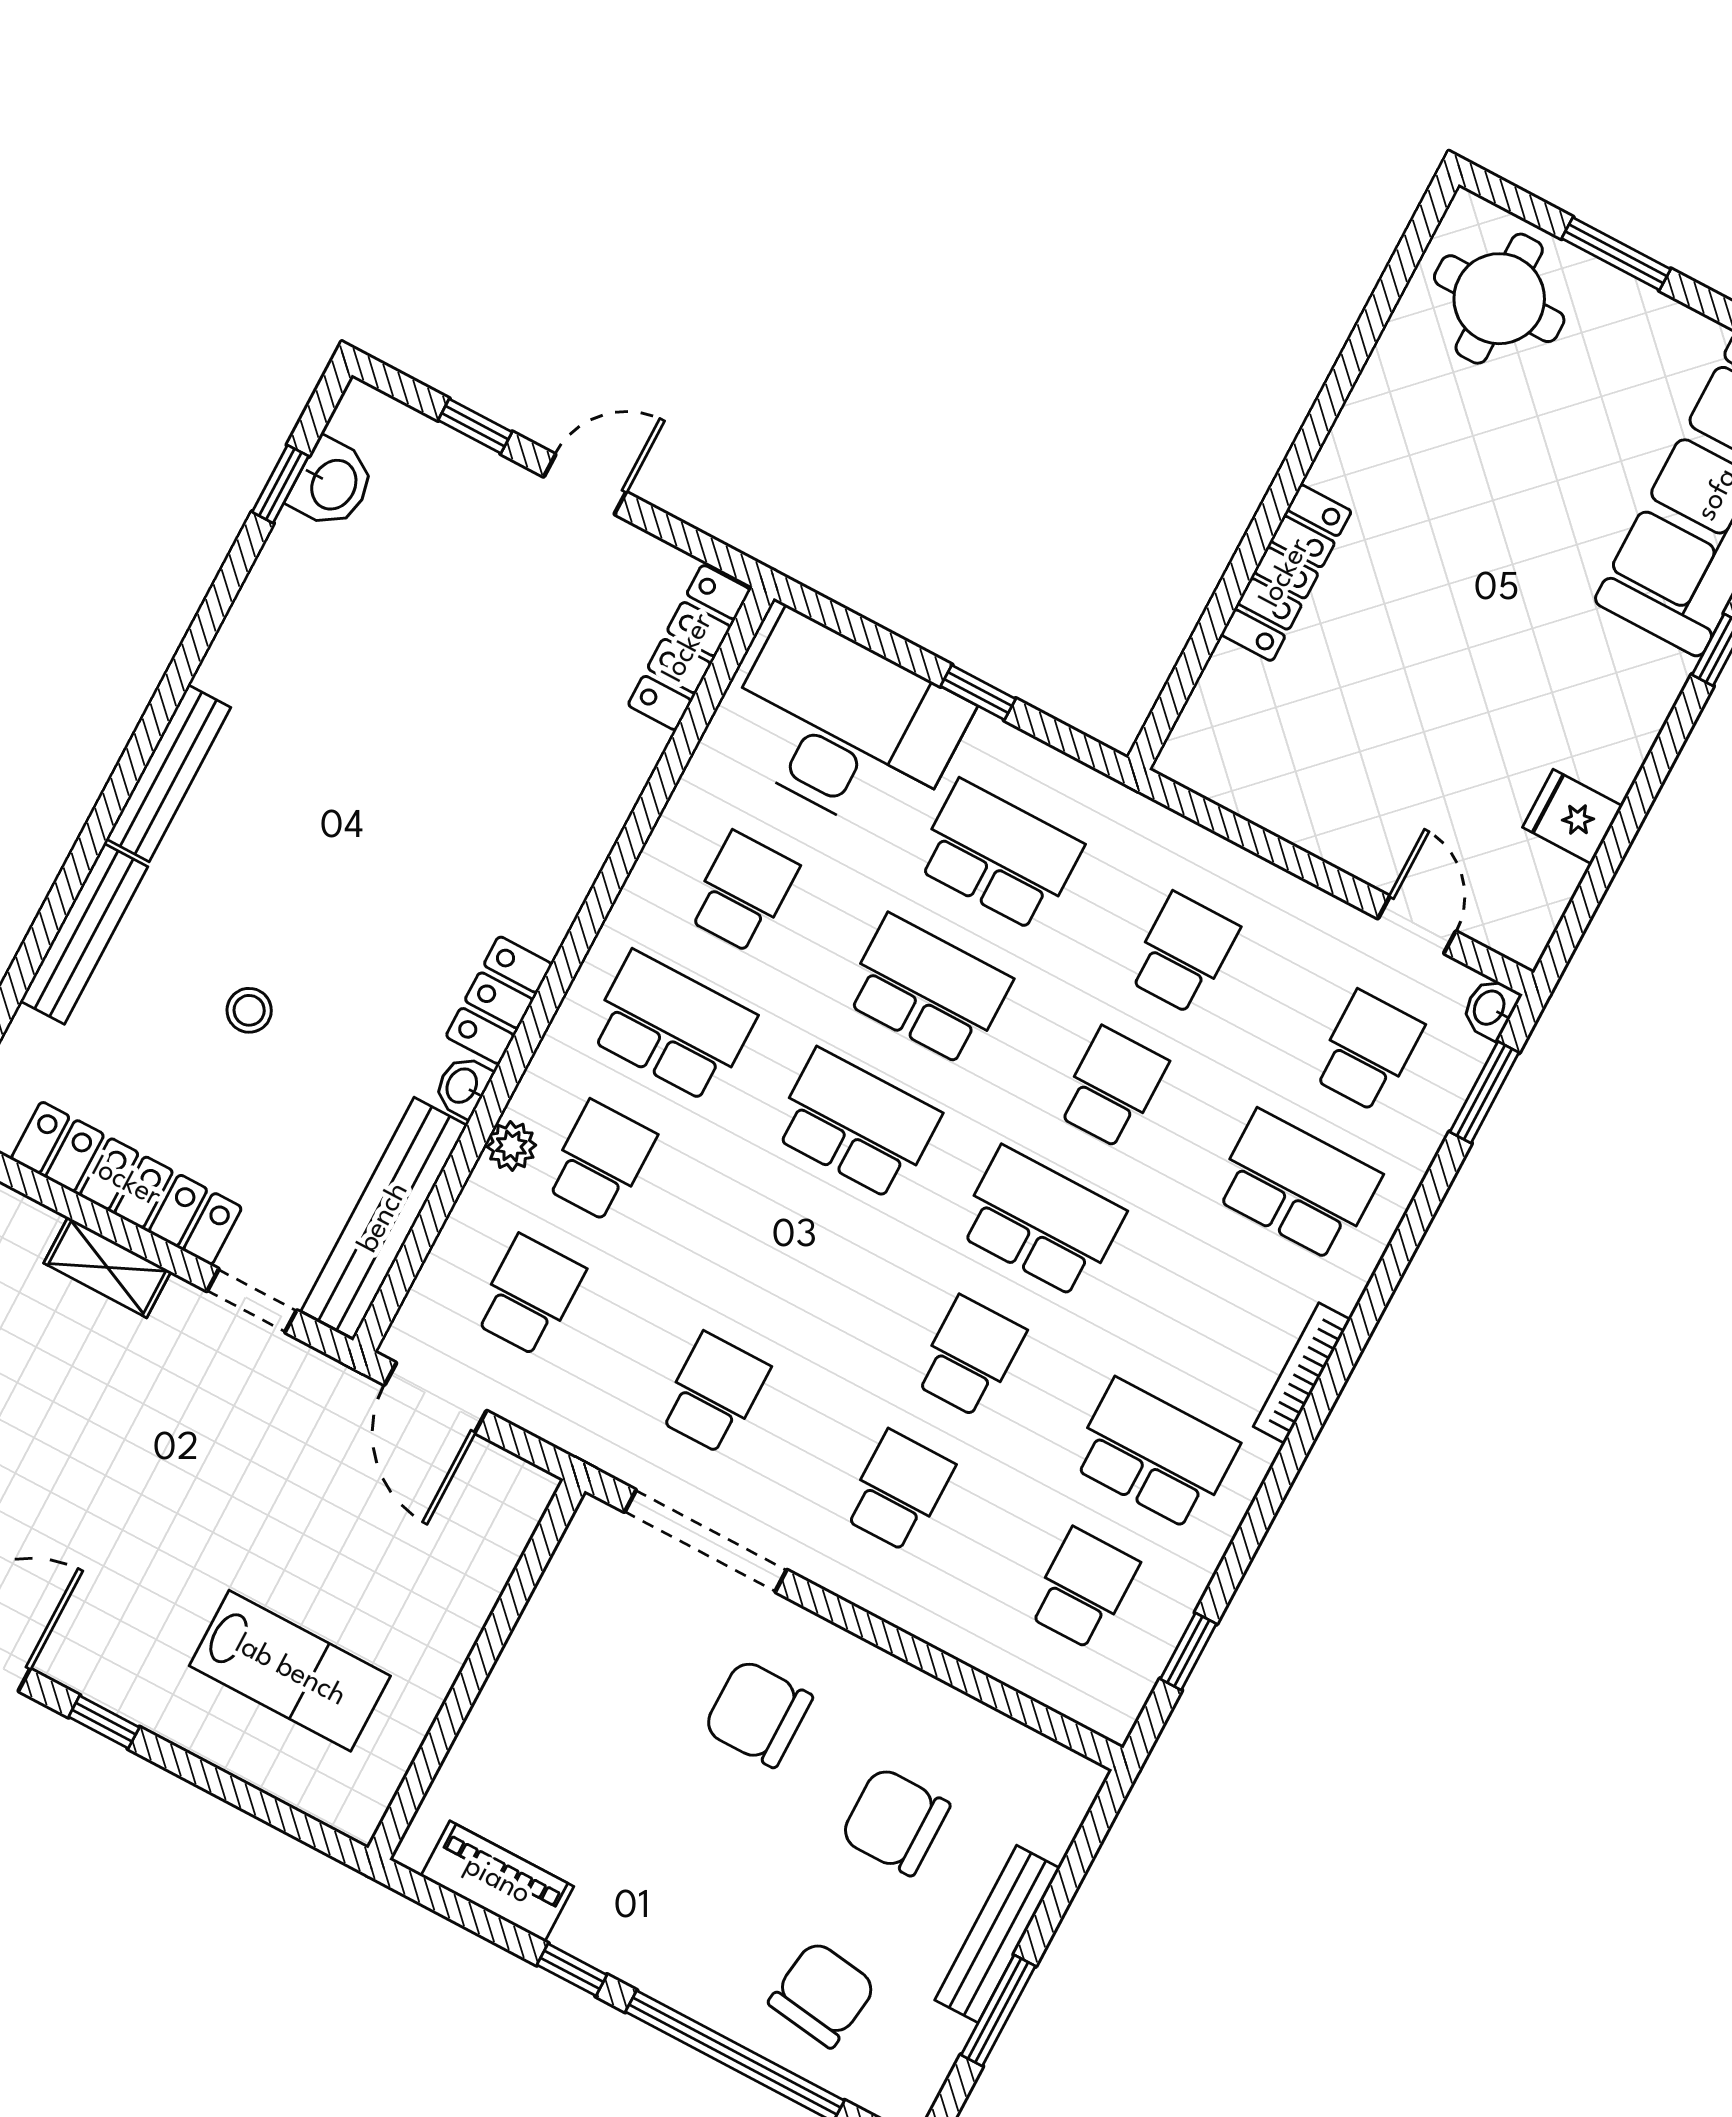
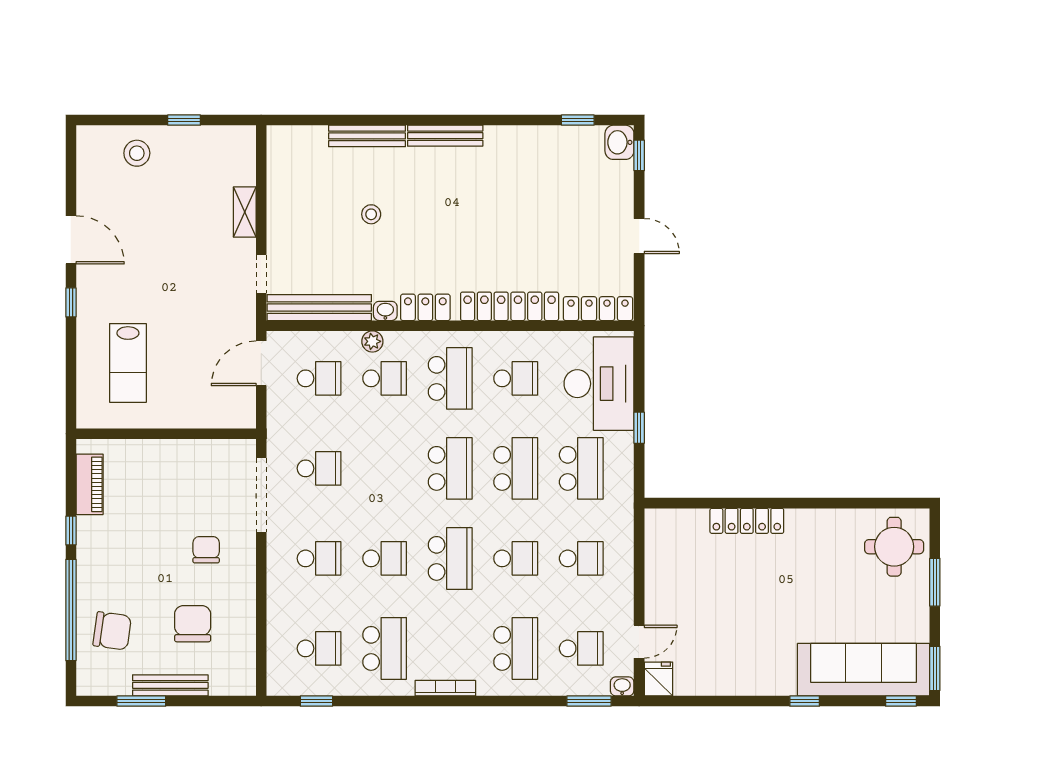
window: (475, 426) -> (639, 155), moved
washbasin: (332, 484) -> (619, 142), moved, turned 90
fridge: (1572, 817) -> (658, 679), moved
locker: (126, 1183) -> (510, 306), moved, turned -90
chair: (758, 1713) -> (206, 550), width x0.73, depth x0.73

